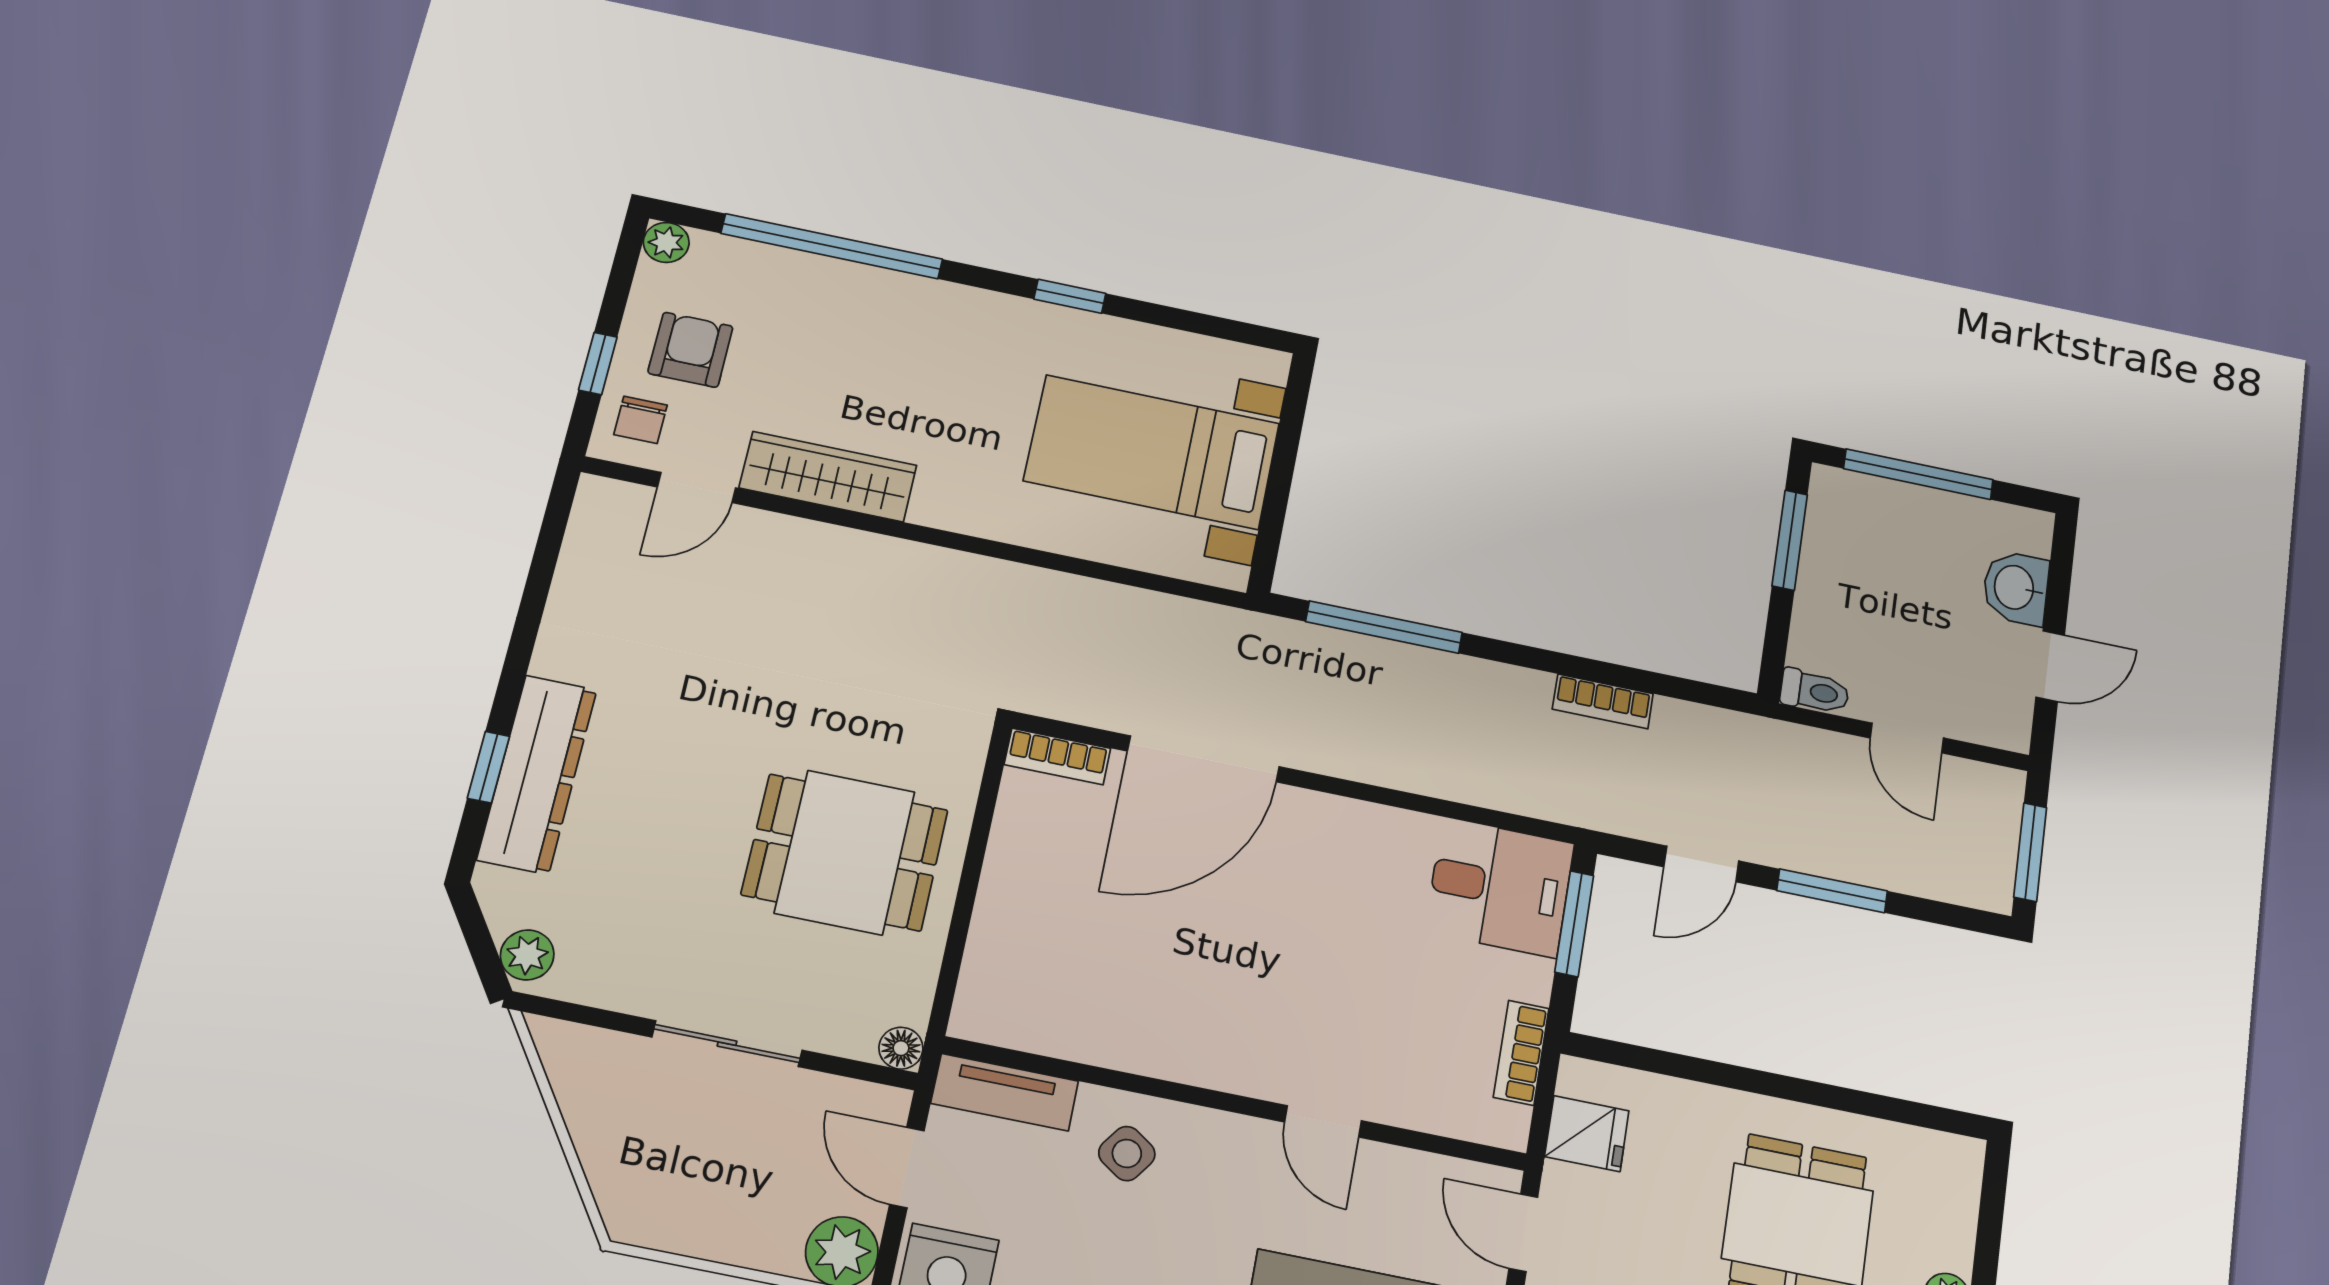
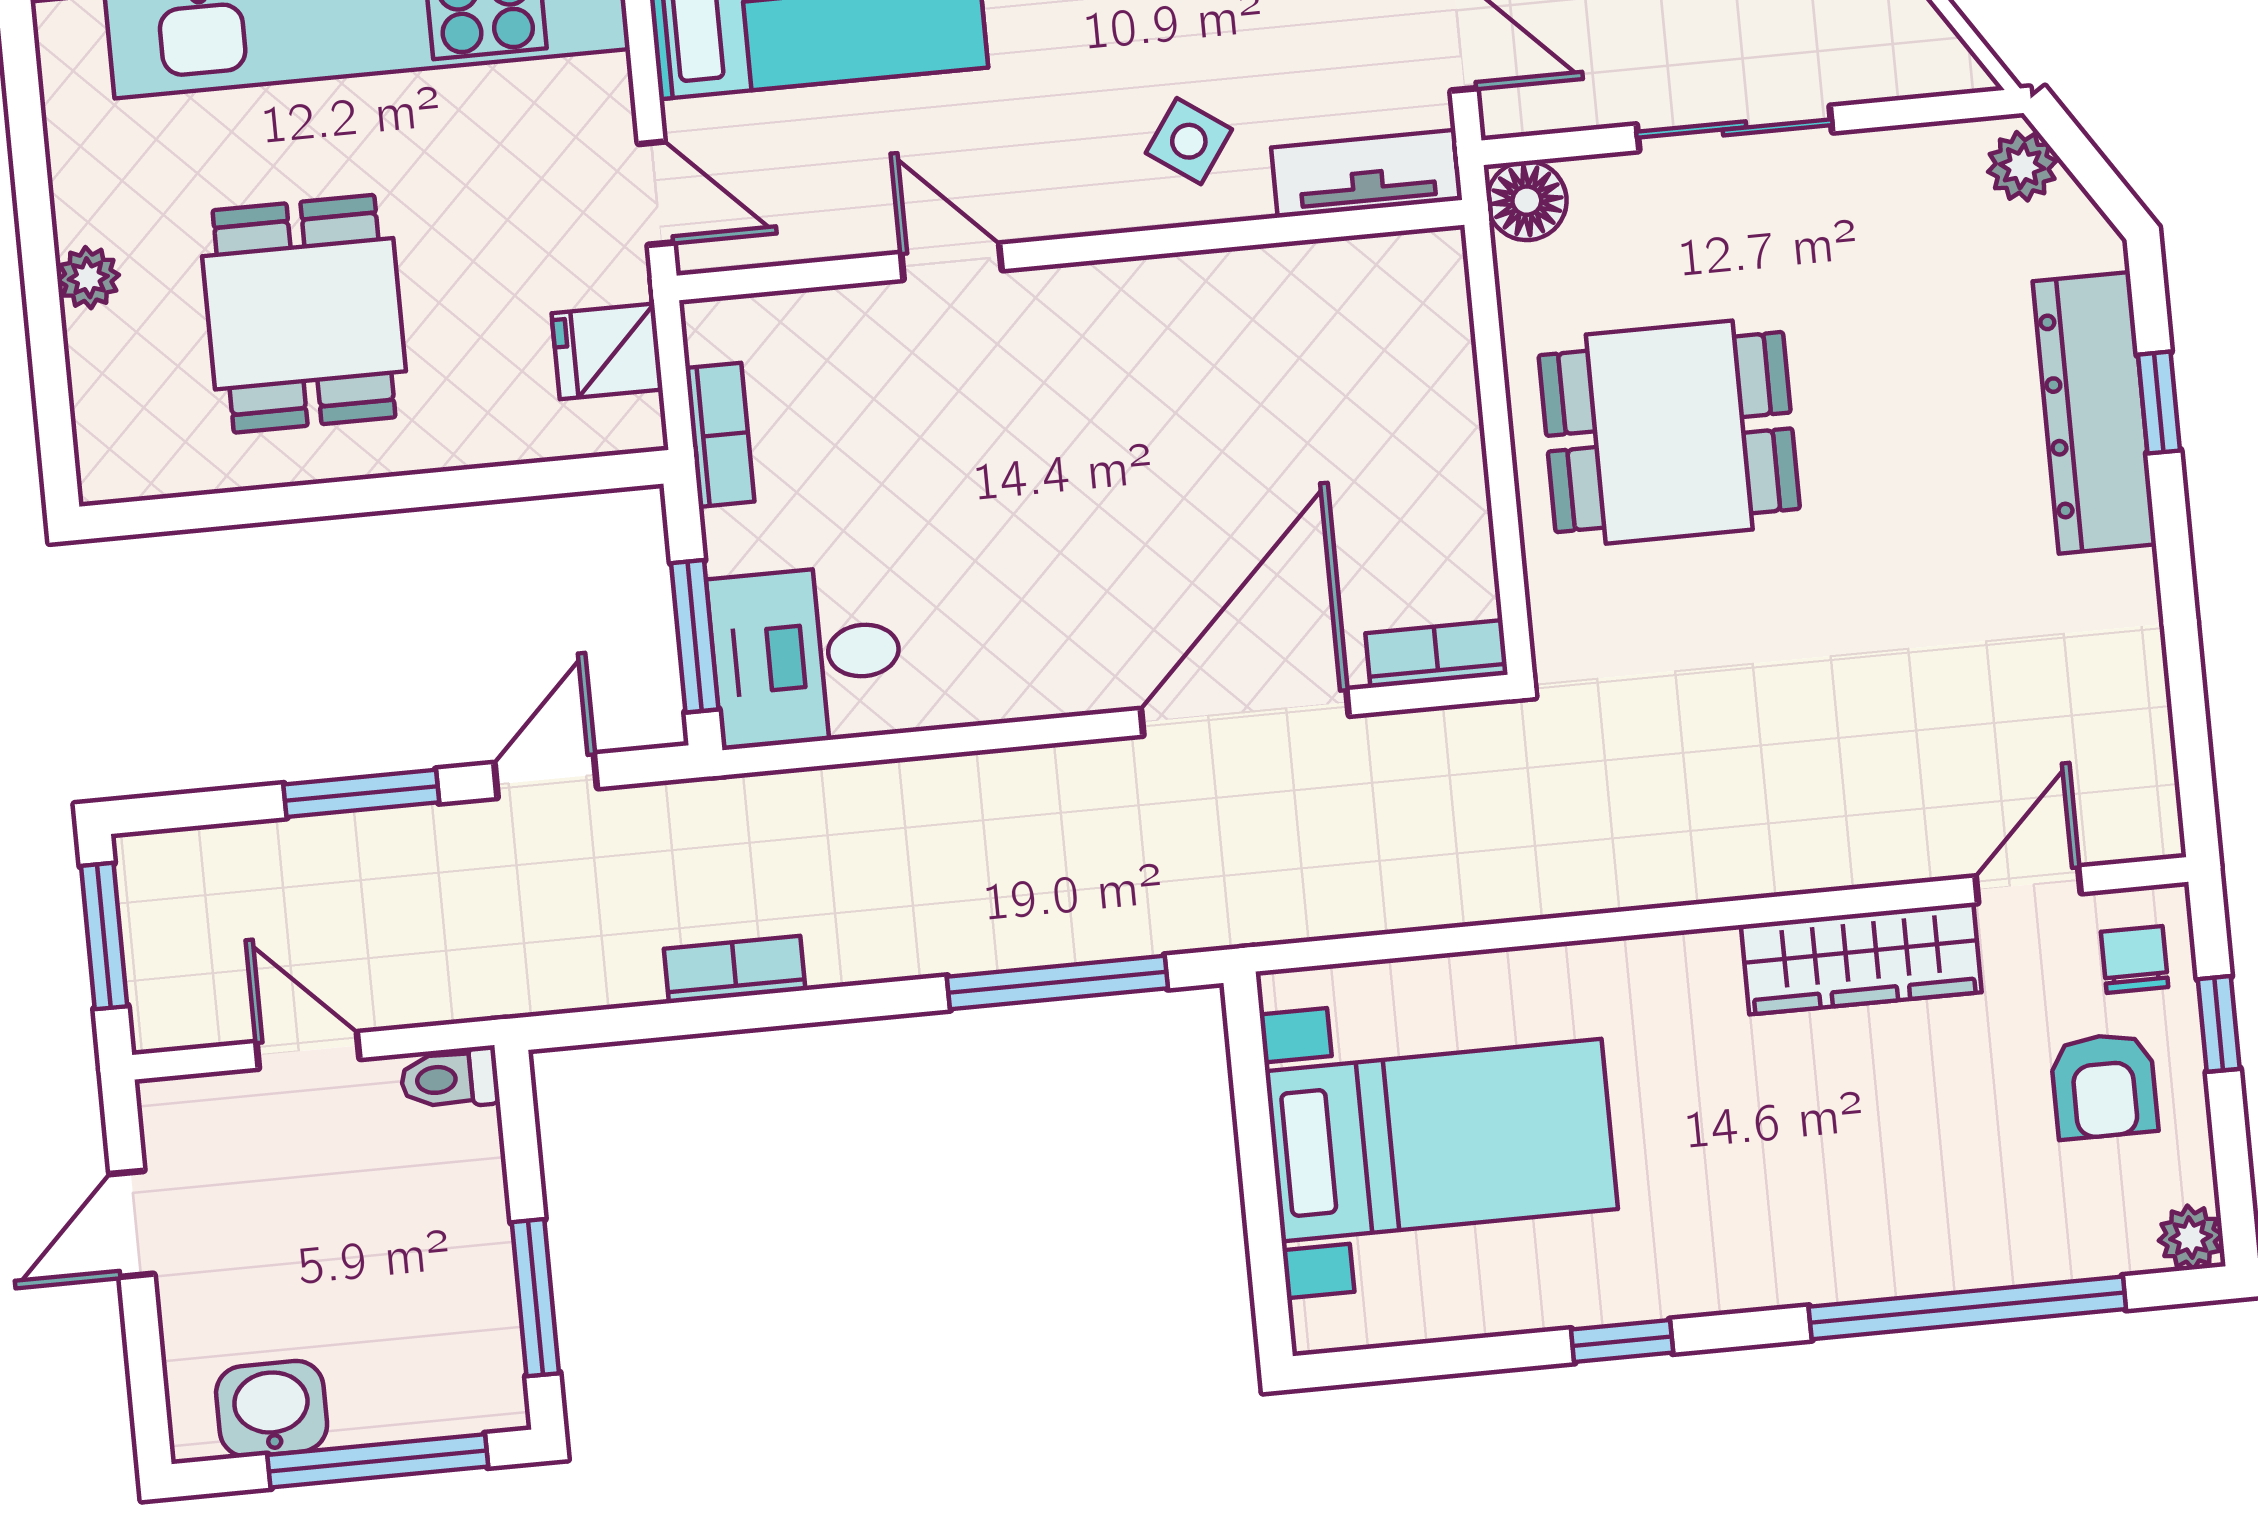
washbasin: (2016, 588) -> (272, 1409), moved, turned -90
floor lamp: (901, 1048) -> (1527, 201), width x1.37, depth x1.37

